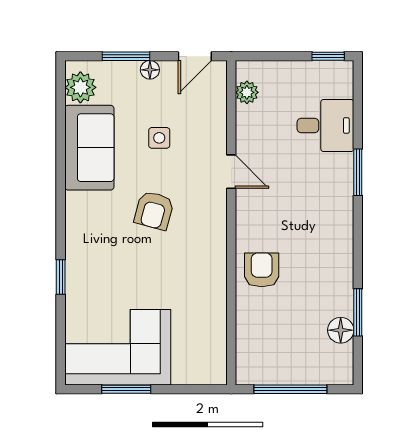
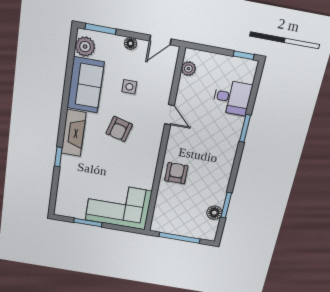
window: (126, 56) -> (101, 29), moved
fireplace: (81, 231) -> (74, 133), added
corner sofa: (118, 347) -> (118, 206), moved

